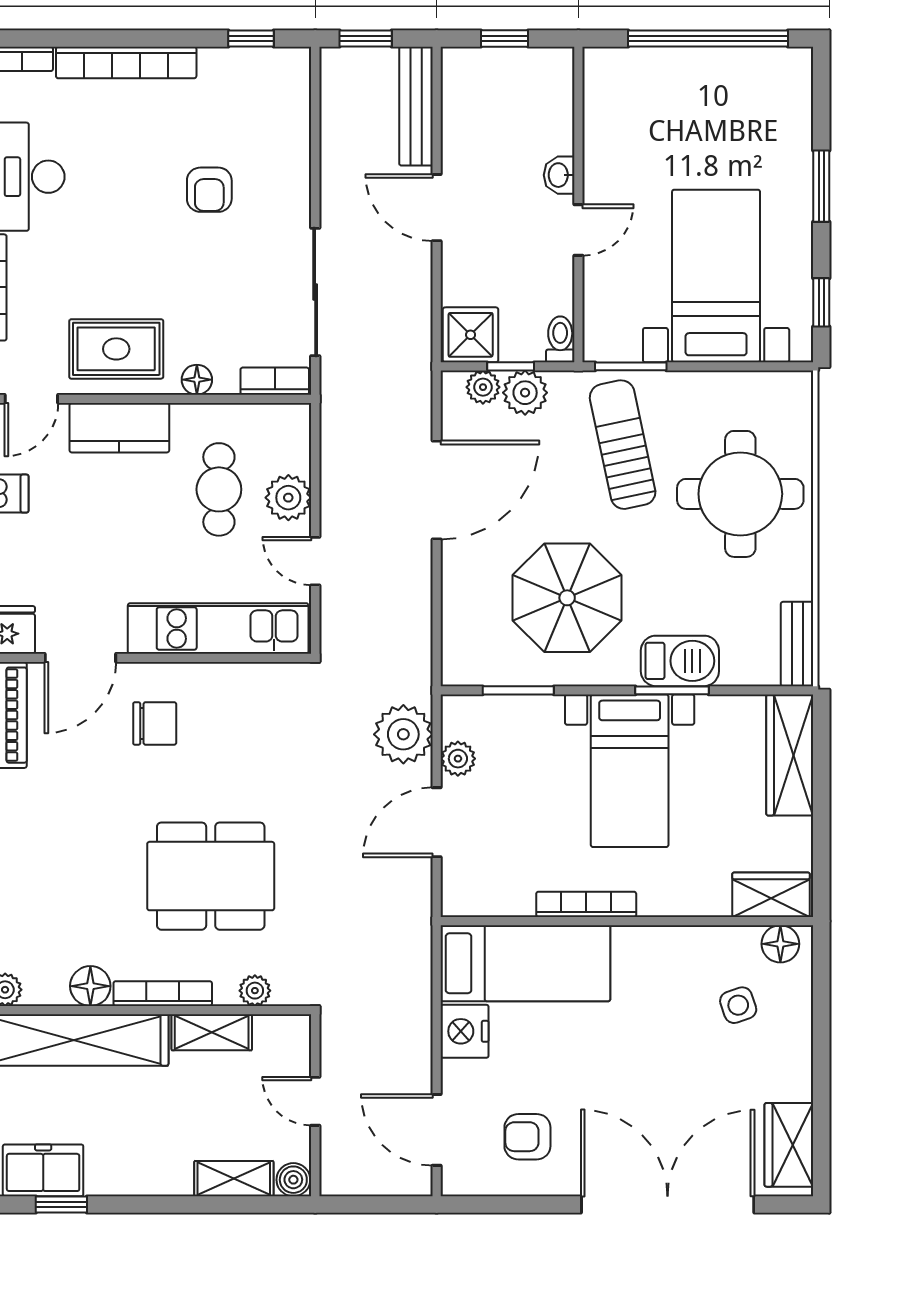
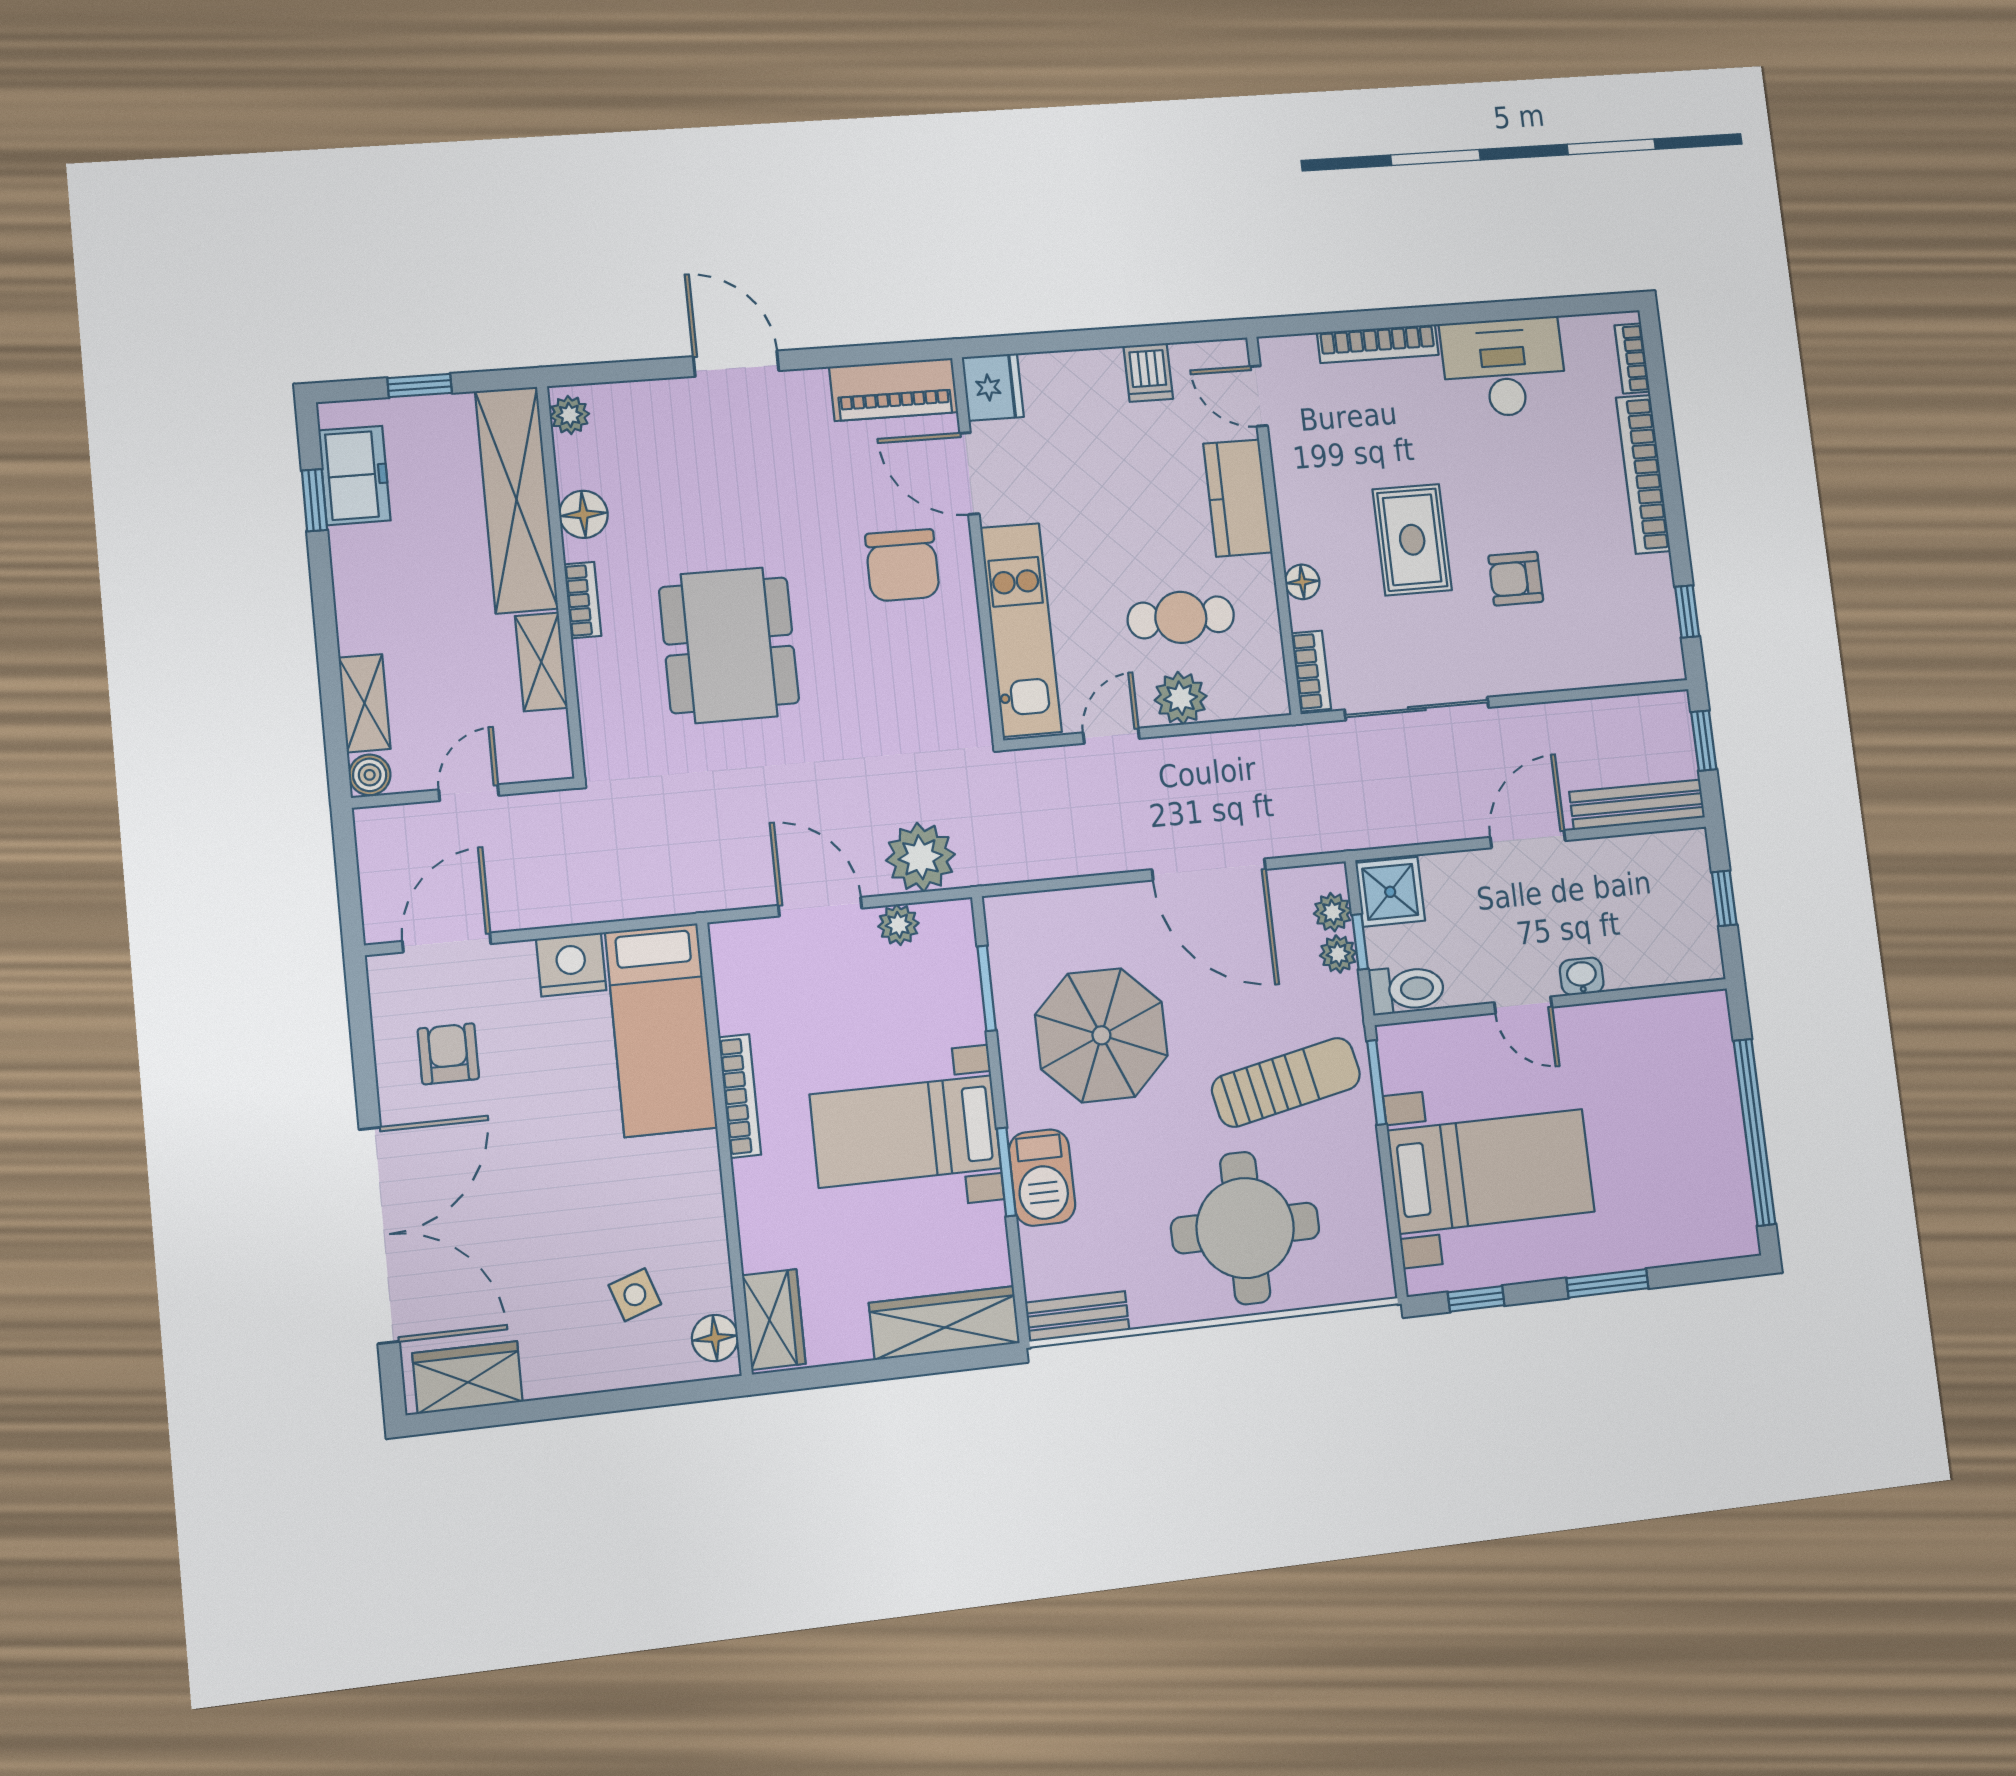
toilet: (560, 339) -> (1407, 989), width x1.37, depth x1.39
rug: (116, 349) -> (1412, 540), moved
plant: (525, 393) -> (1338, 954), width x0.73, depth x0.73
chair: (155, 723) -> (902, 565), width x1.37, depth x1.37
plant: (255, 991) -> (597, 709), removed
bookcase: (163, 994) -> (583, 600), width x0.64

